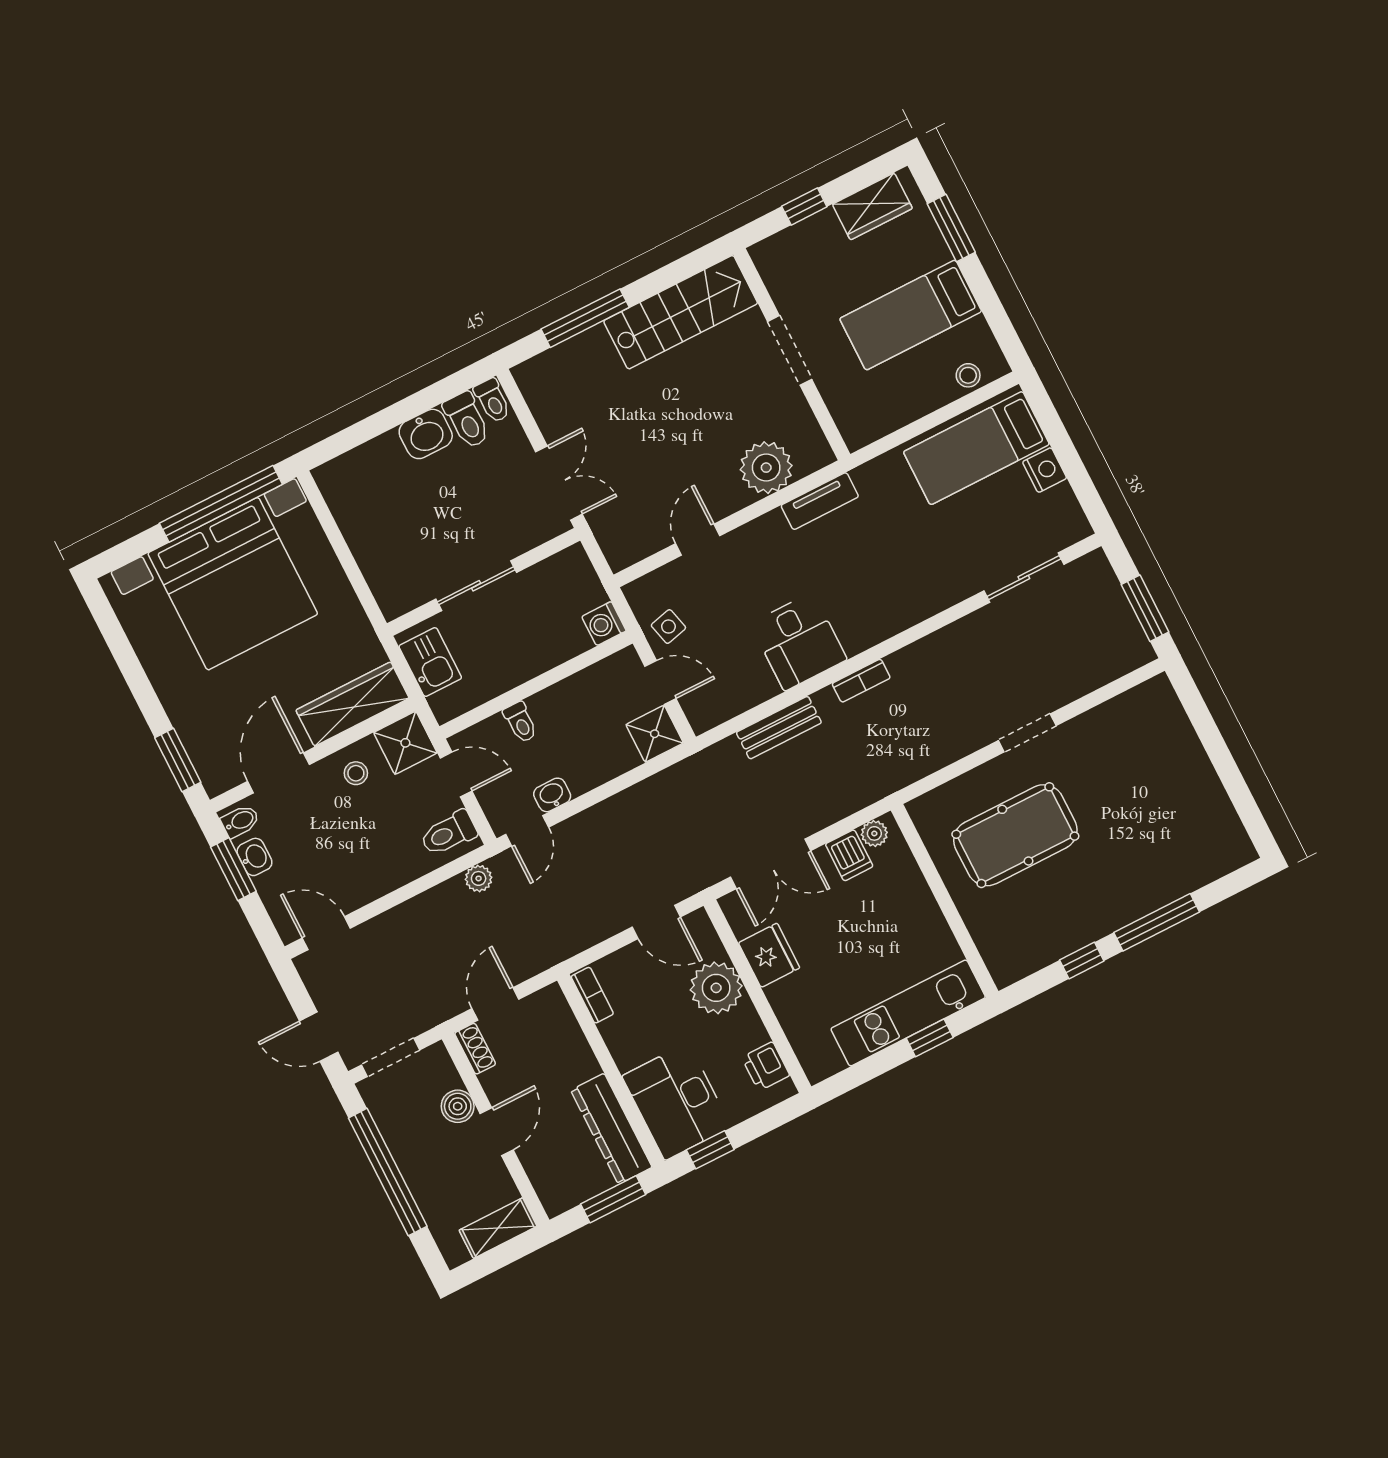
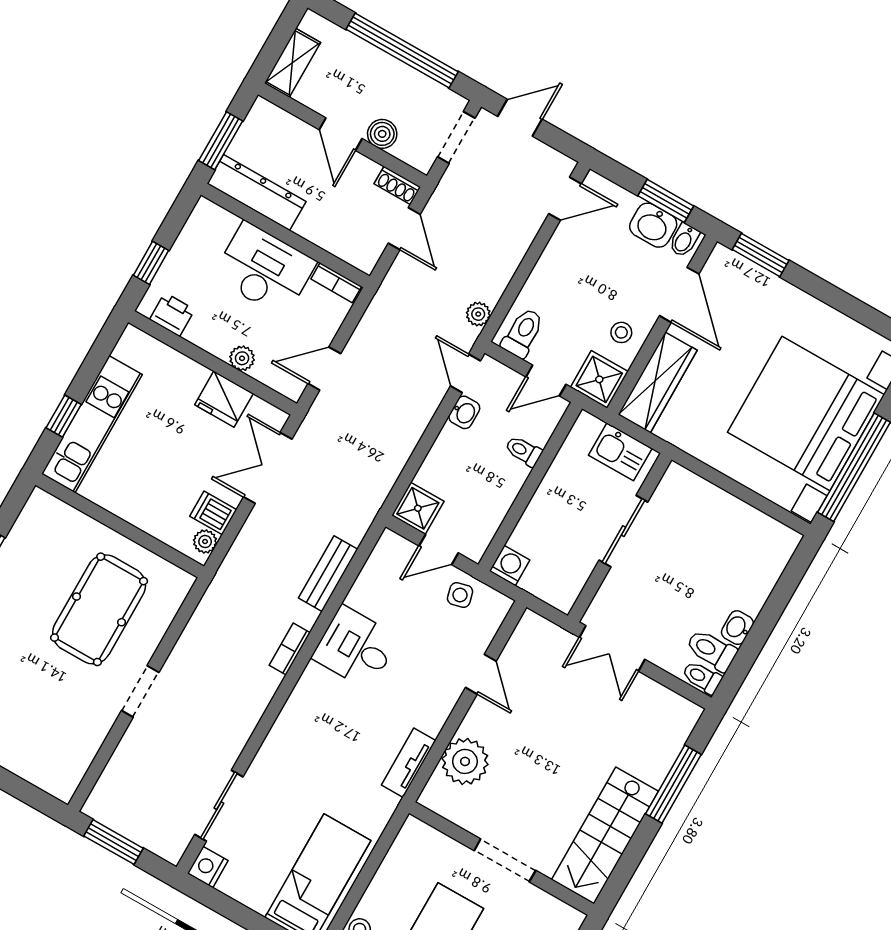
washbasin: (426, 434) -> (737, 628), width x0.72, depth x0.69
nightstand: (1045, 470) -> (208, 867), moved, turned 90
washbasin: (254, 857) -> (653, 225), width x1.38, depth x1.45
plant: (716, 988) -> (242, 358), width x0.53, depth x0.53
desk: (677, 1101) -> (264, 269), moved
window: (710, 1150) -> (151, 263), moved

